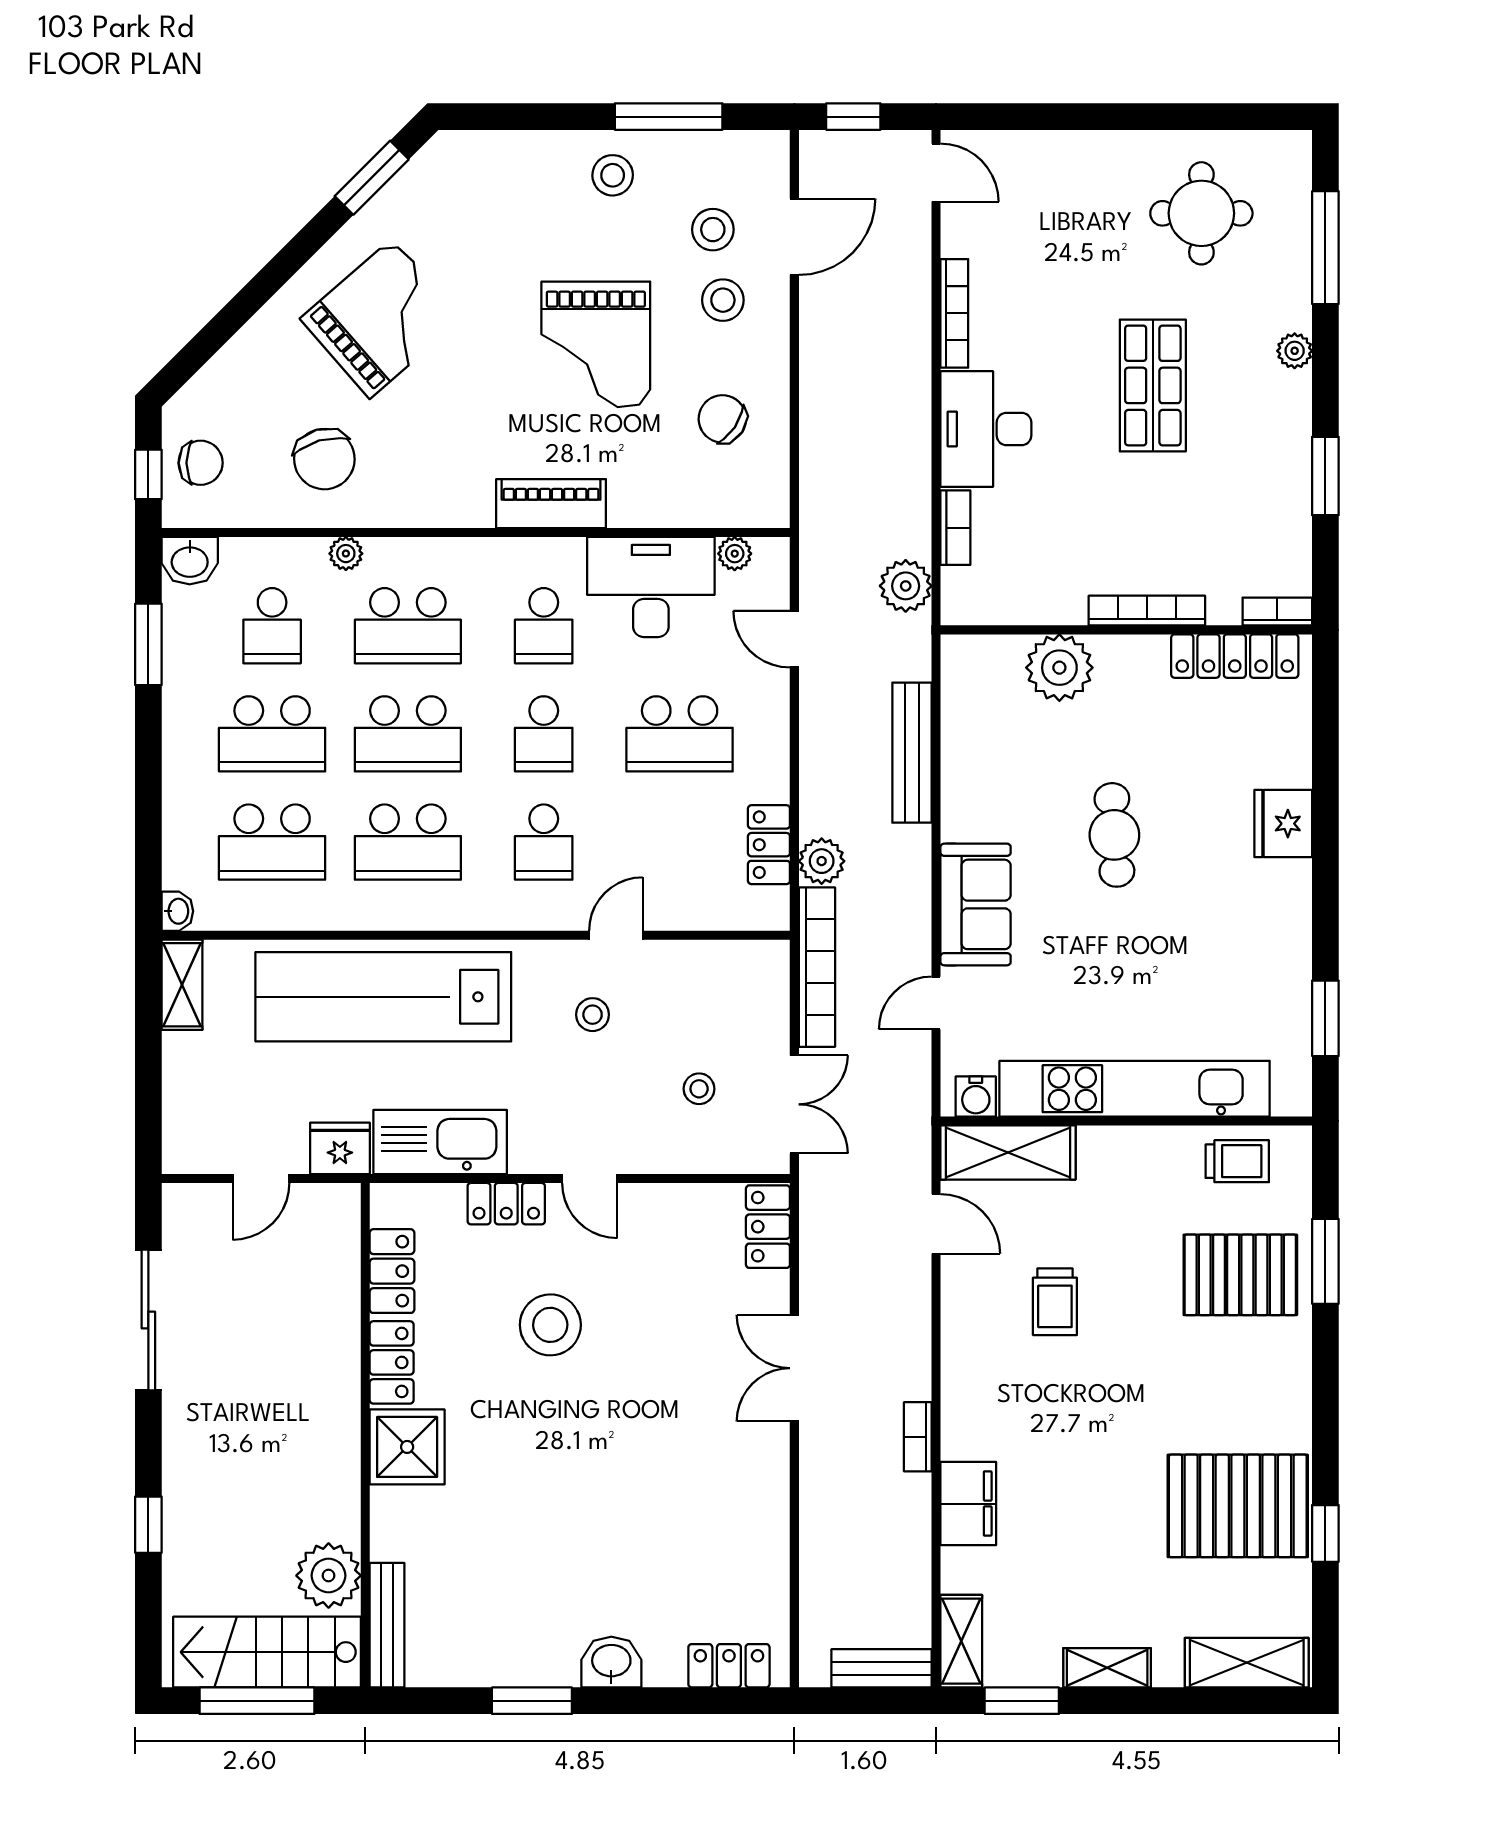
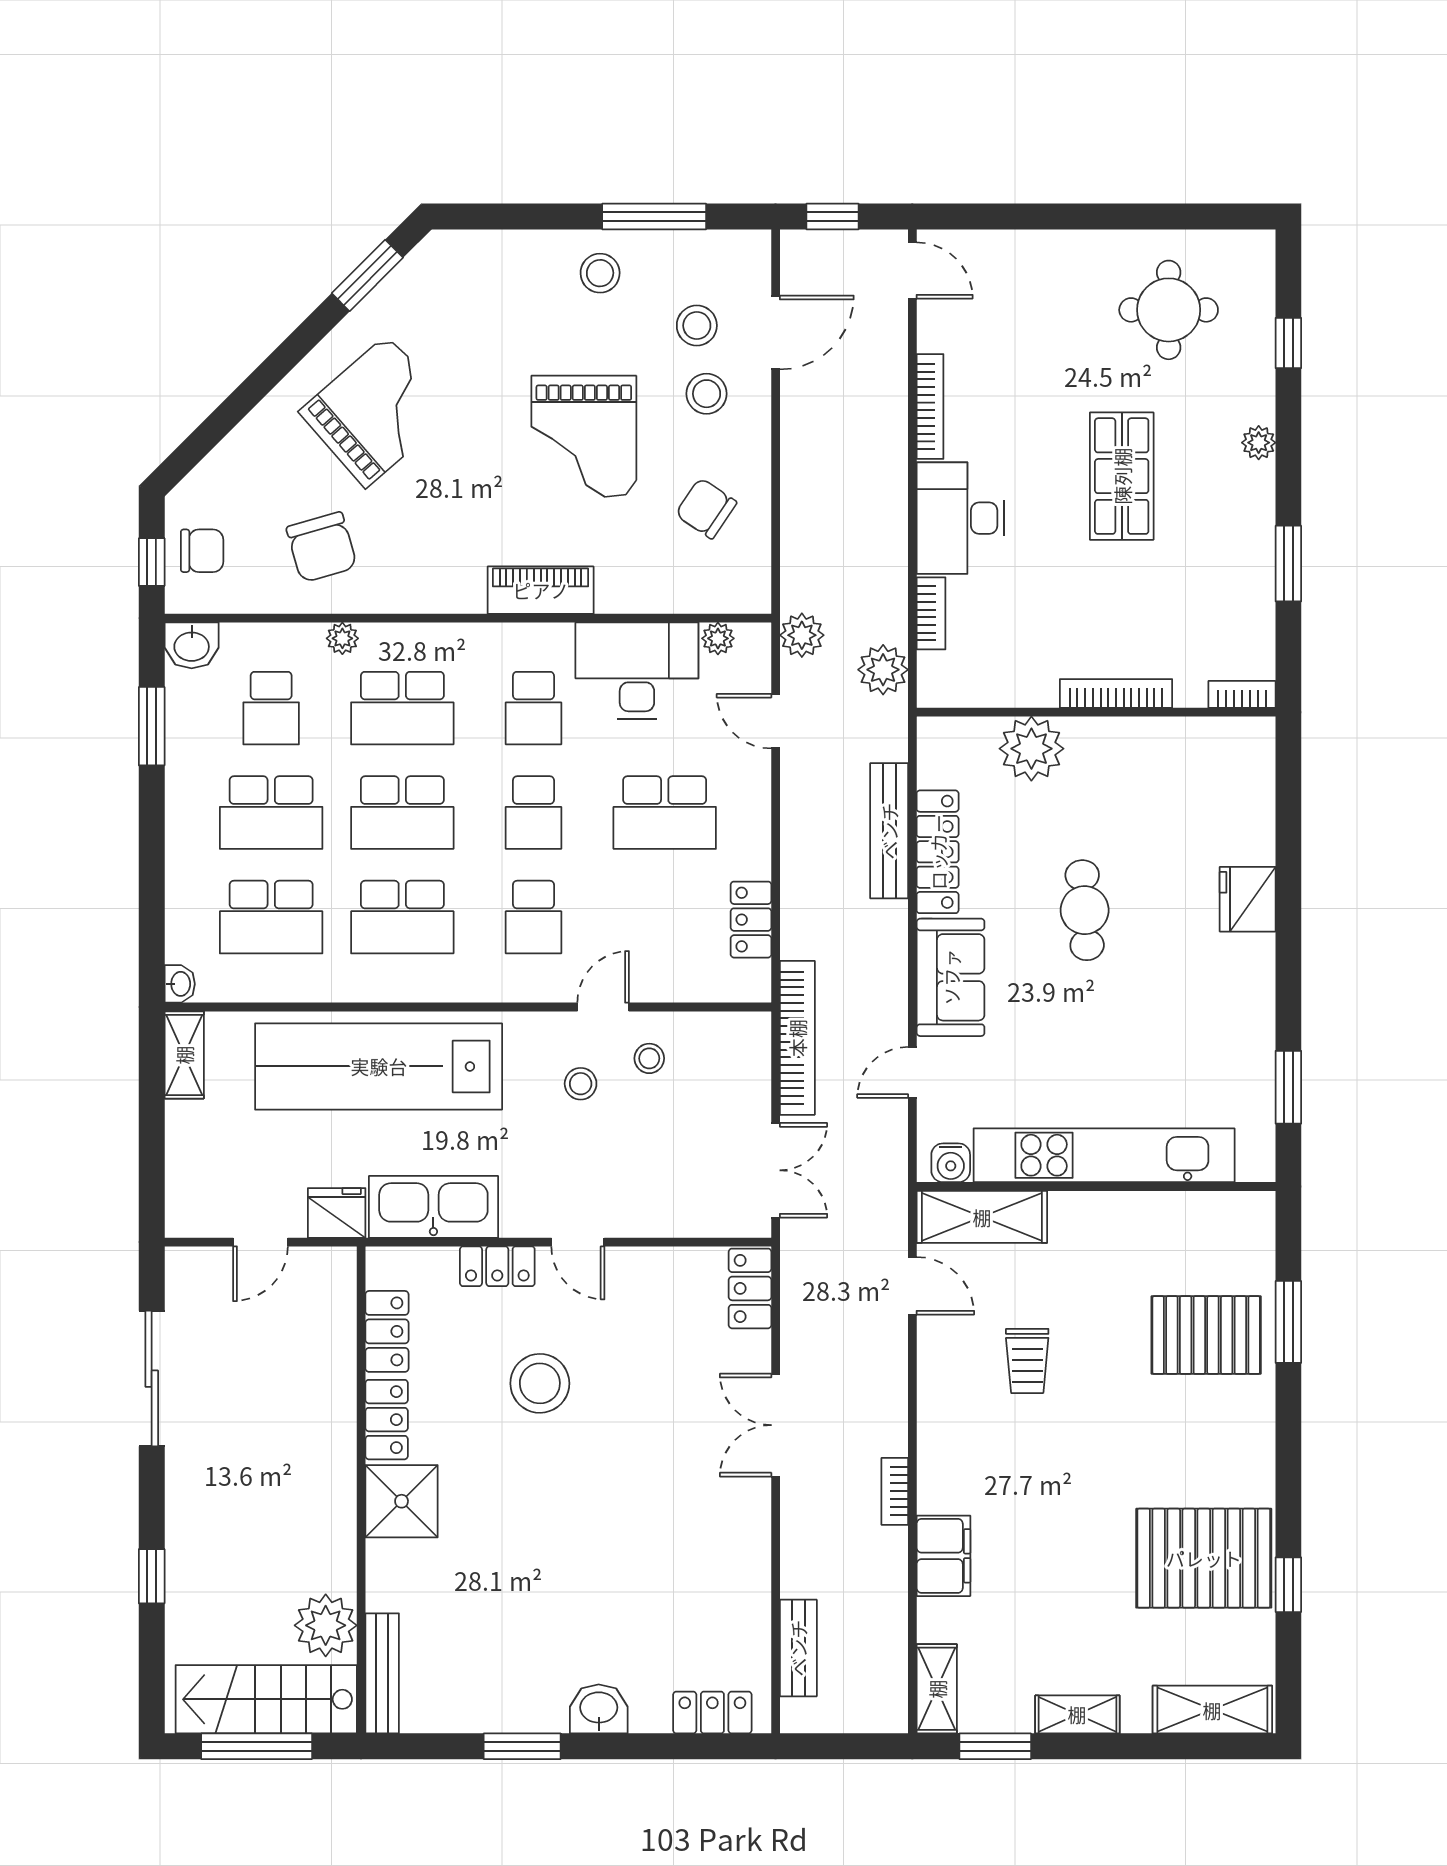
window: (1325, 248) -> (1288, 343), width x0.46
locker: (1235, 656) -> (938, 852), moved, turned -90
plant: (822, 861) -> (802, 635), moved
stool: (699, 1089) -> (649, 1058), moved
trolley: (1237, 1161) -> (1203, 1225), removed
bench: (882, 1668) -> (798, 1648), moved, turned 90

